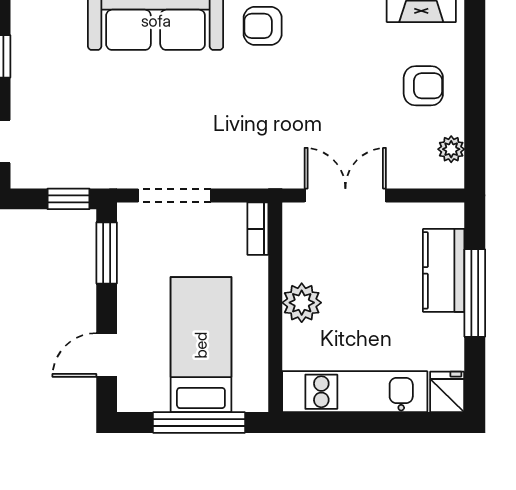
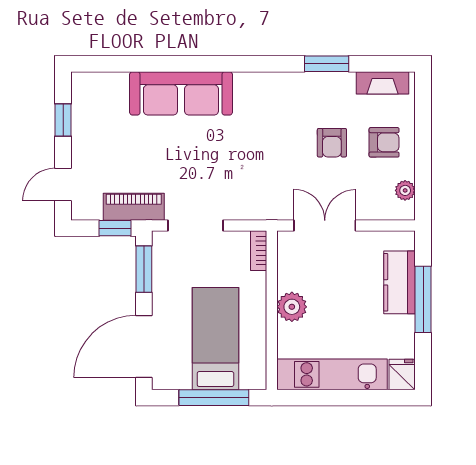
armchair: (263, 26) -> (332, 143), moved, turned -90
piano: (93, 171) -> (134, 207), added
door: (107, 355) -> (144, 346), width x1.87

